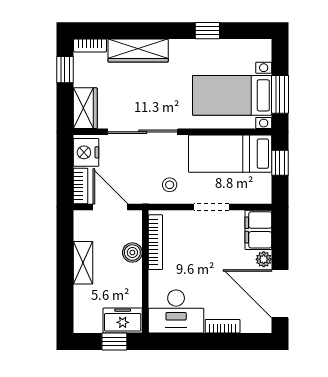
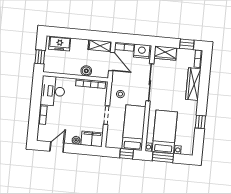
door: (110, 207) -> (112, 61), hinge flipped
shelving: (83, 263) -> (100, 46), moved
door: (280, 294) -> (57, 147), width x0.53
freezer: (123, 321) -> (60, 44), moved, turned 90

